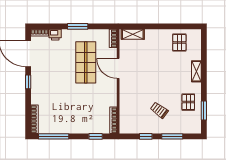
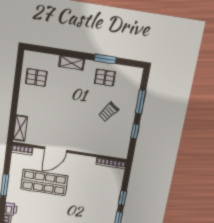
window: (204, 111) -> (105, 59), moved
window: (96, 136) -> (122, 198), moved

